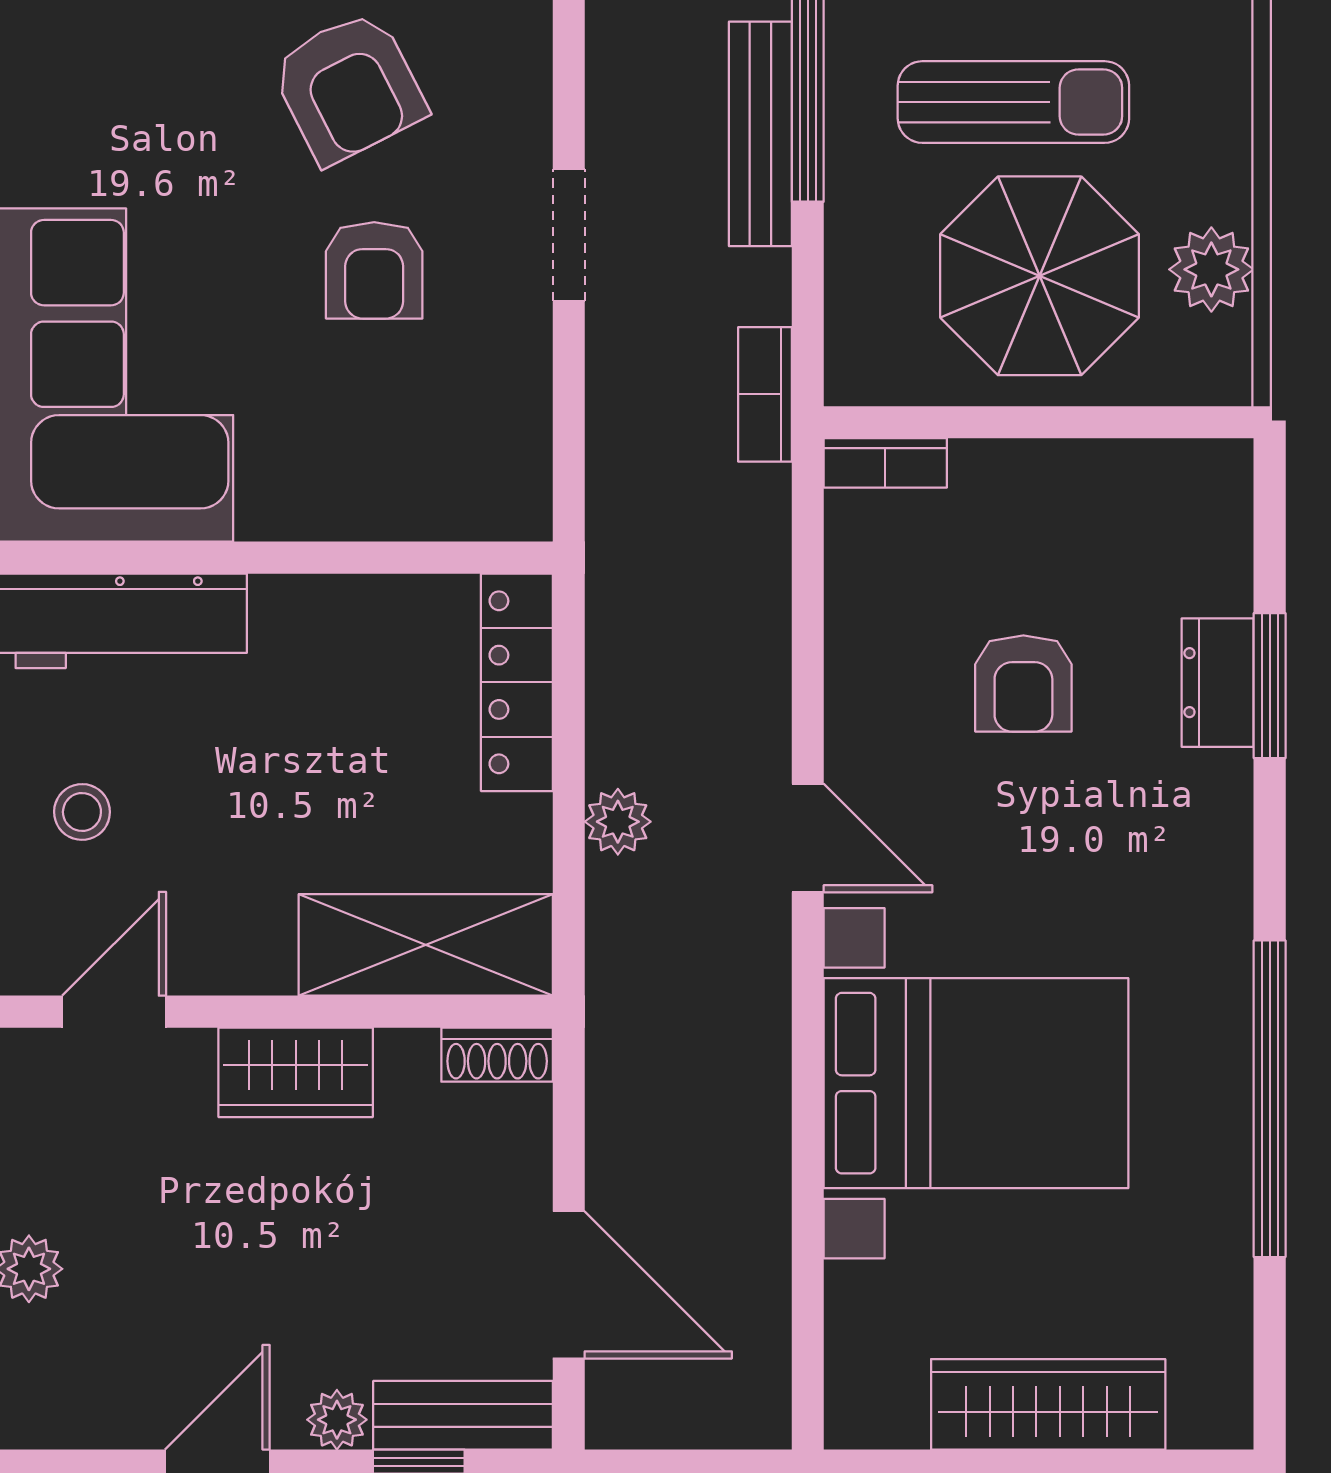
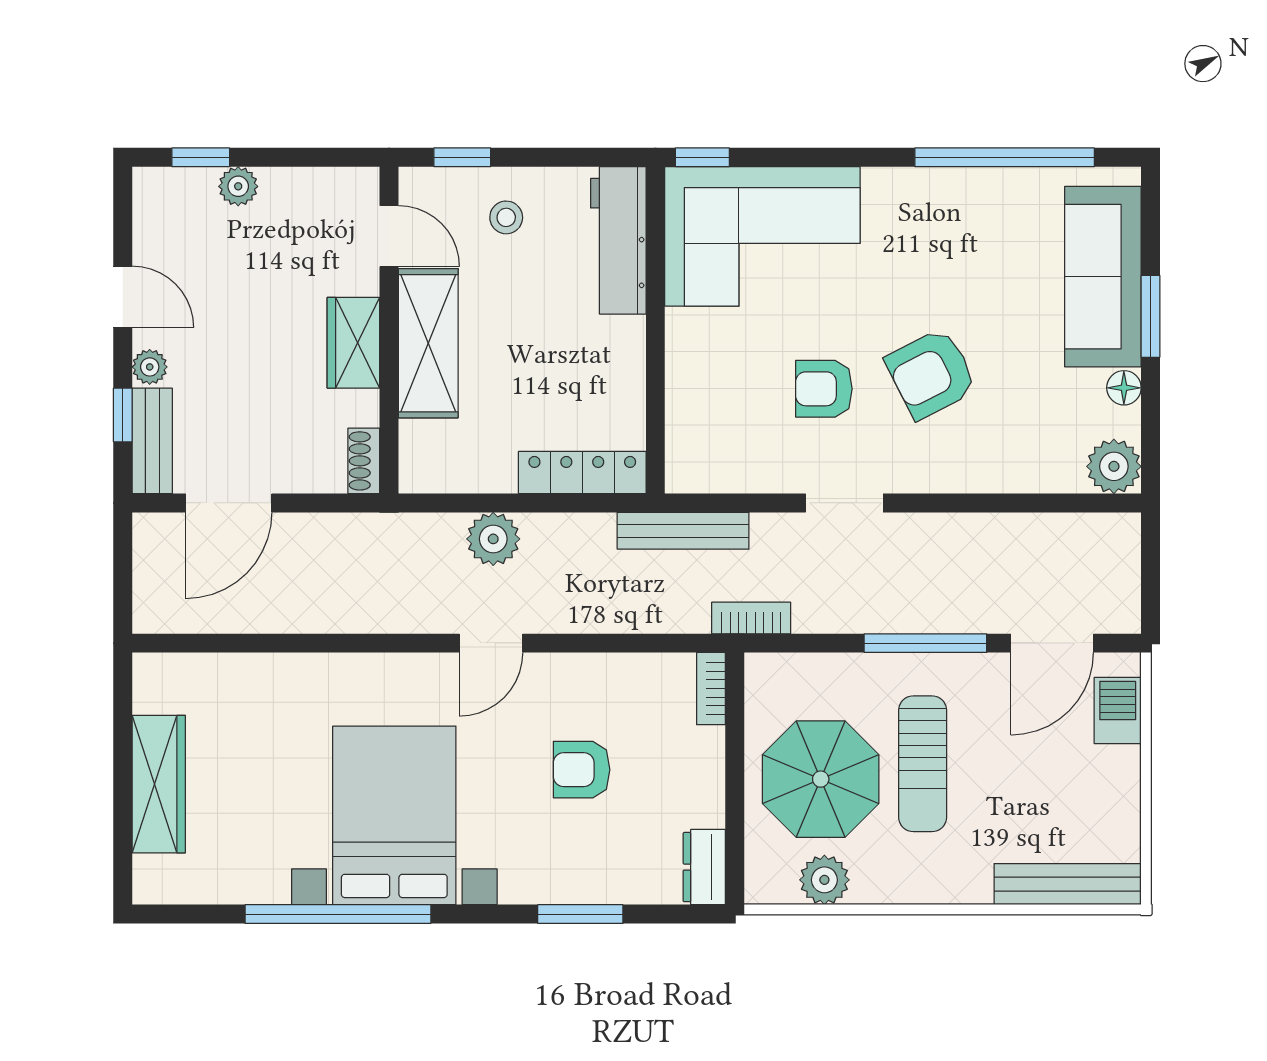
bench: (760, 134) -> (683, 531), moved
dresser: (1218, 683) -> (704, 867), moved, turned -90
plant: (618, 822) -> (493, 539), width x1.38, depth x1.38
shelving: (426, 945) -> (428, 343), moved
bed with nightstands: (976, 1083) -> (394, 815), moved, turned 180

